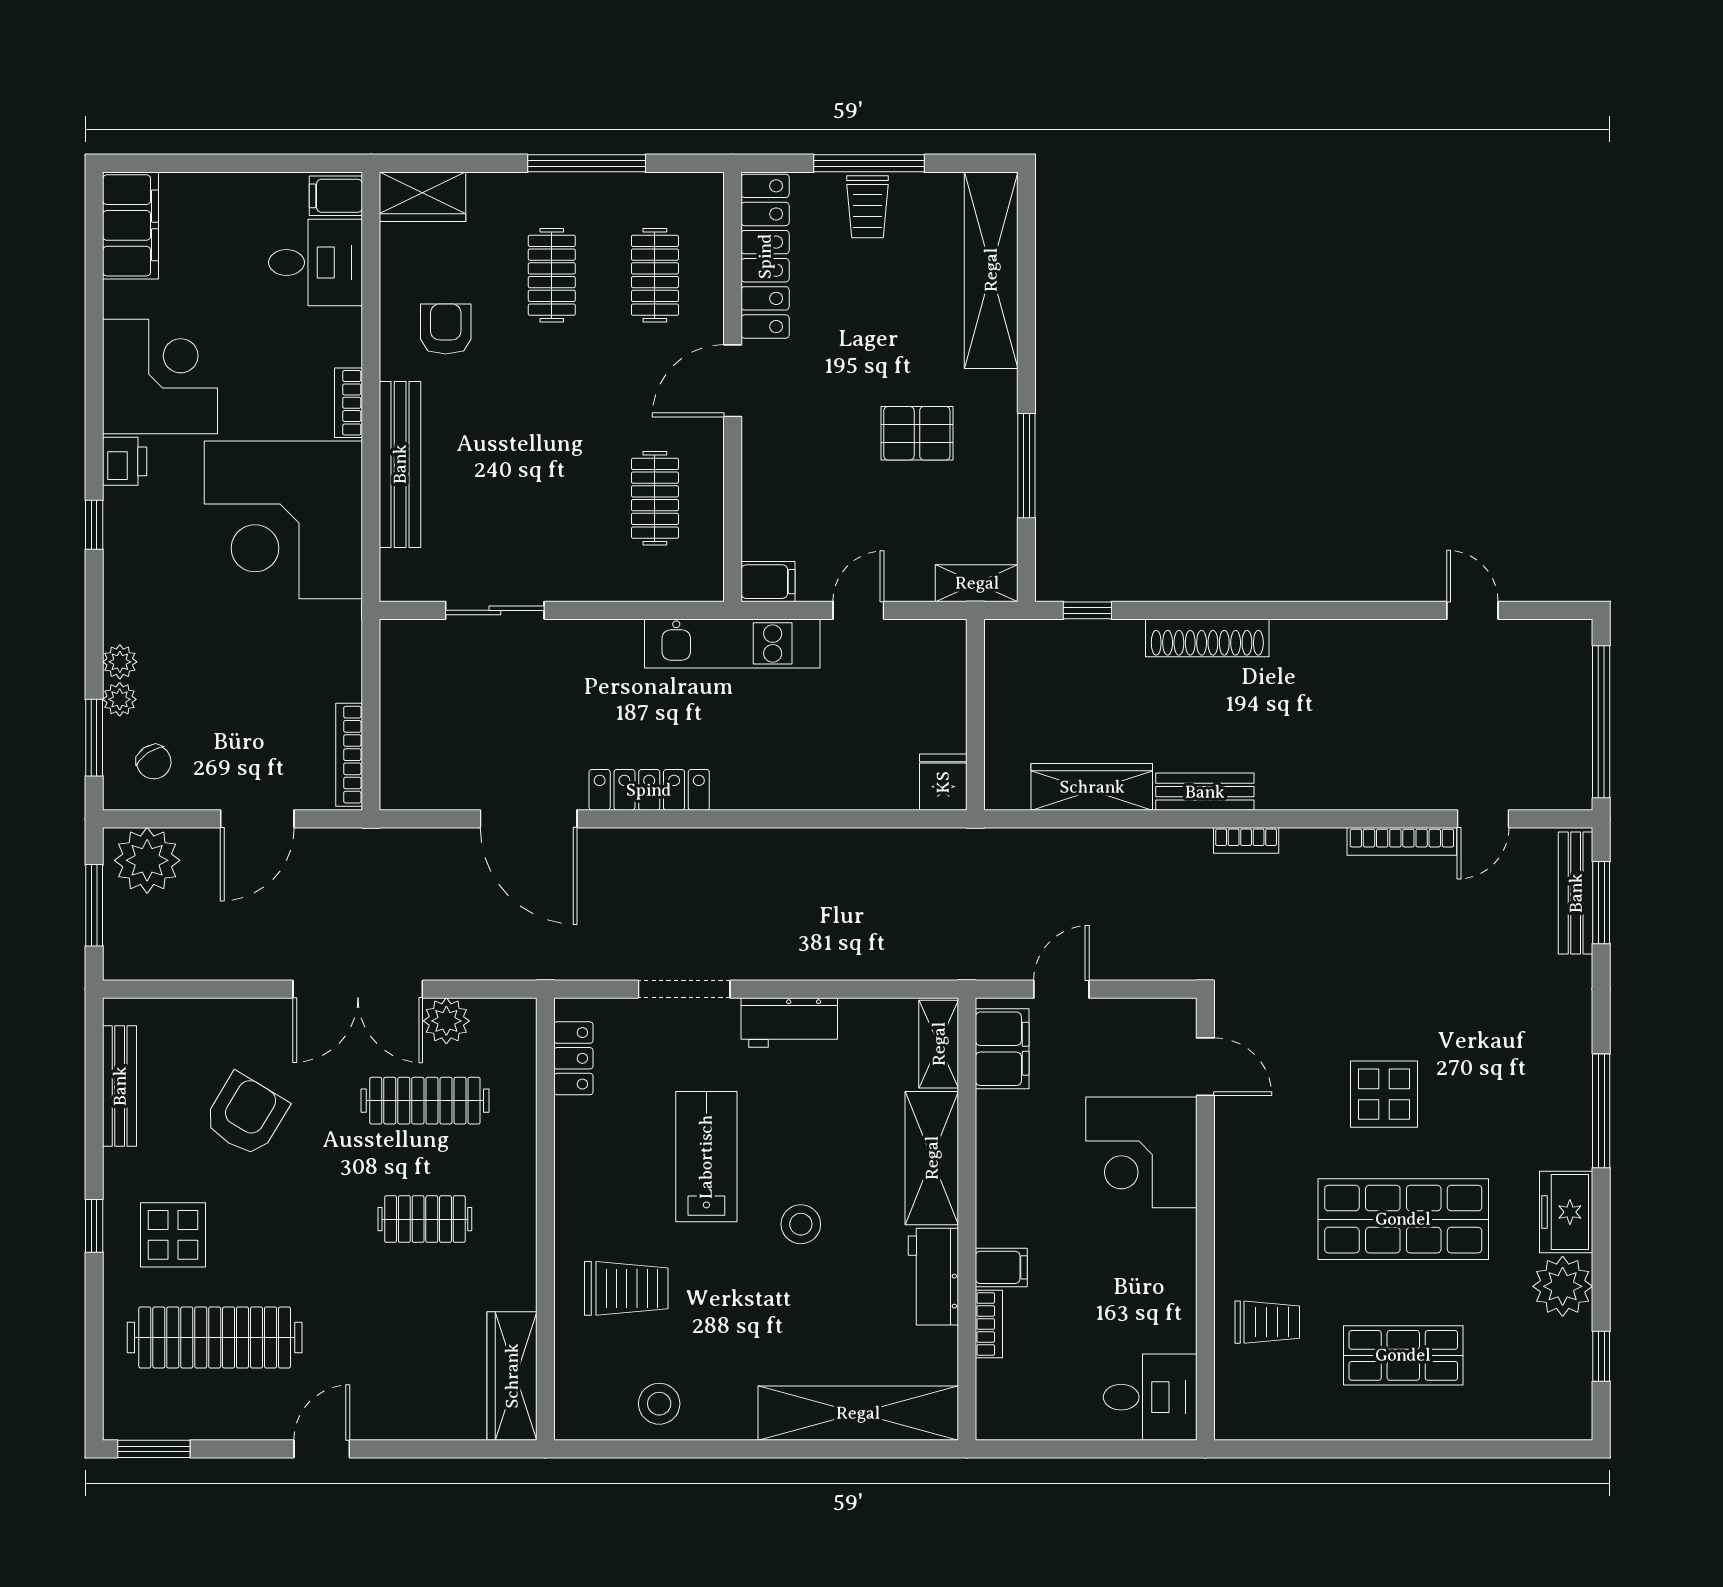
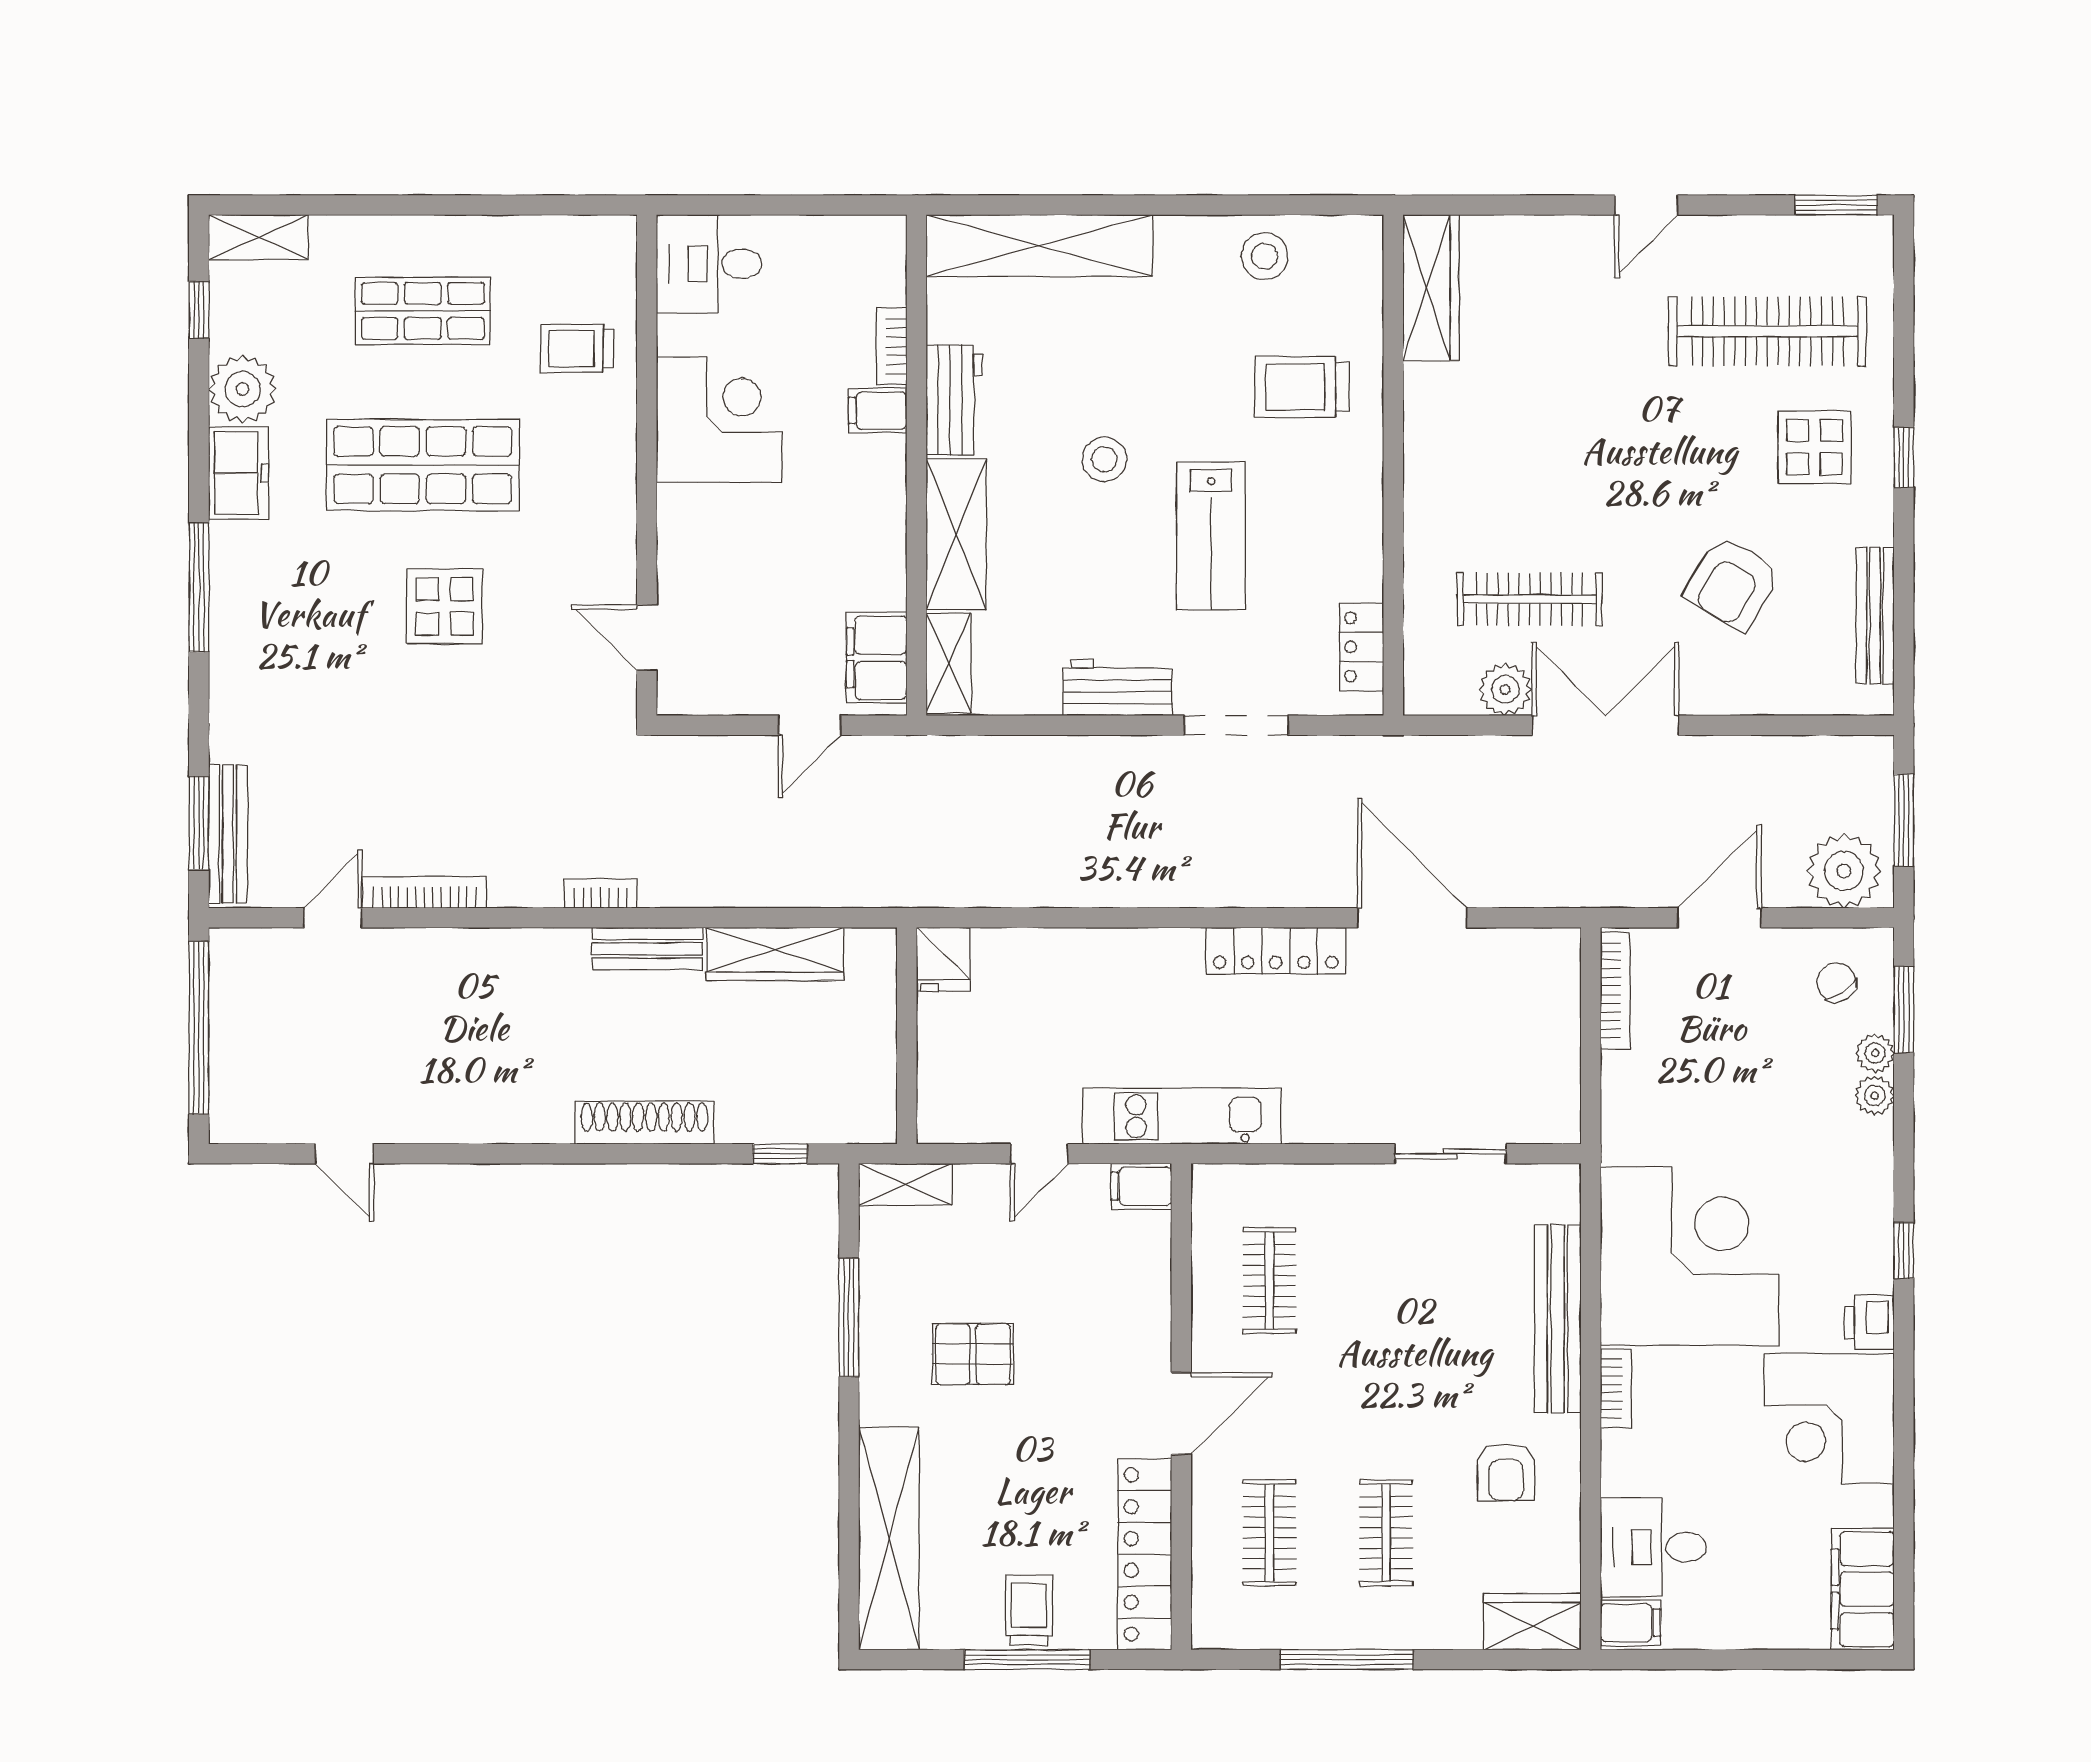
corner desk: (1141, 1152) -> (719, 420), moved
clothes rail: (425, 1219) -> (1530, 465), removed
shelving: (1549, 1421) -> (258, 237), added

